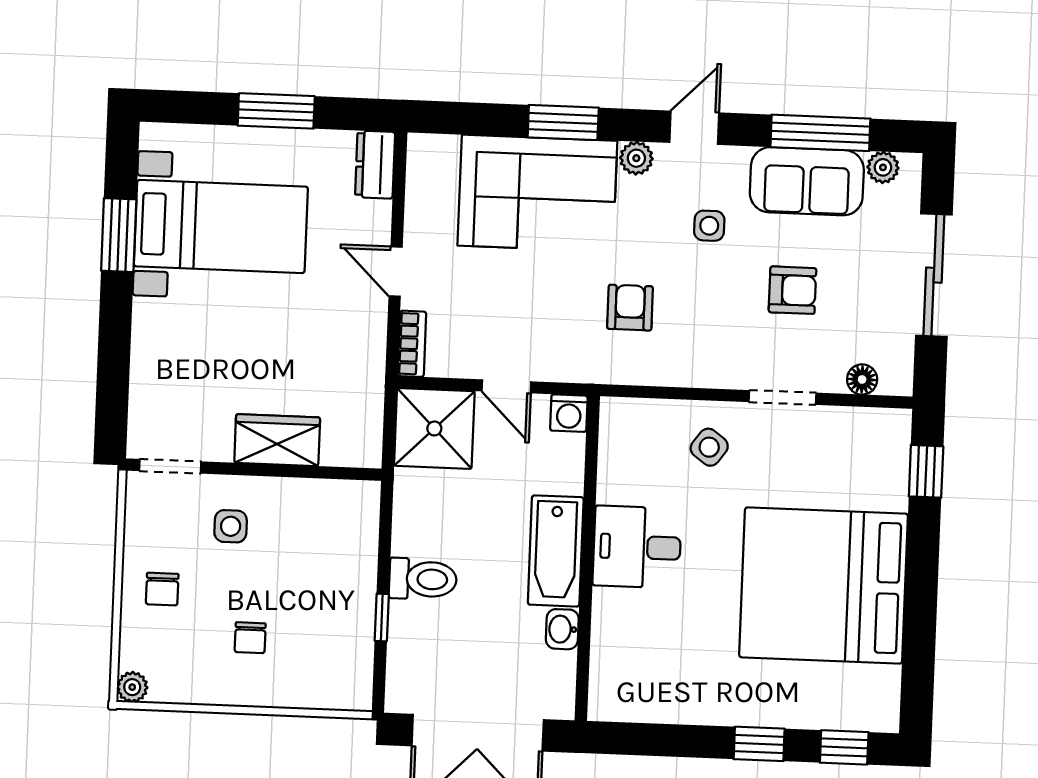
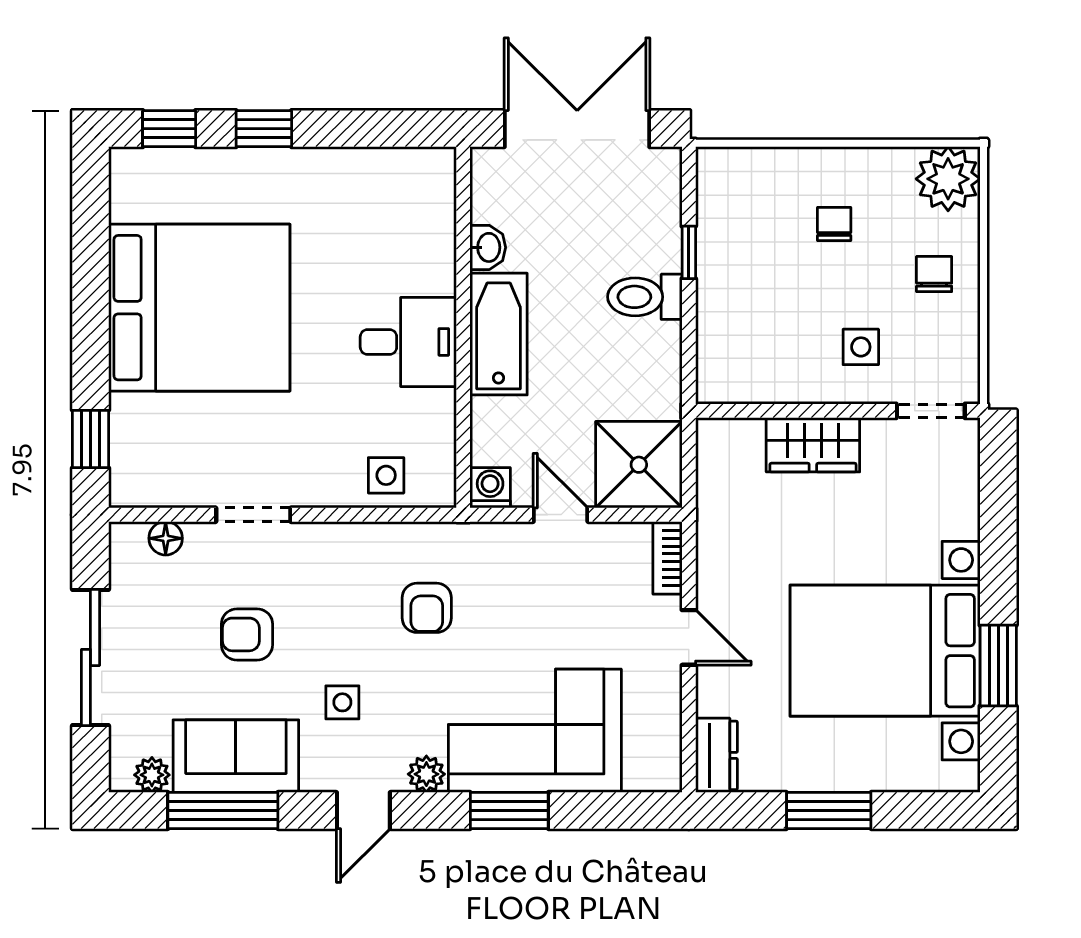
bed with nightstands: (221, 227) -> (885, 651), width x1.36
side table: (709, 447) -> (386, 475), moved, turned -36
plant: (132, 687) -> (948, 179), width x1.87, depth x1.87

